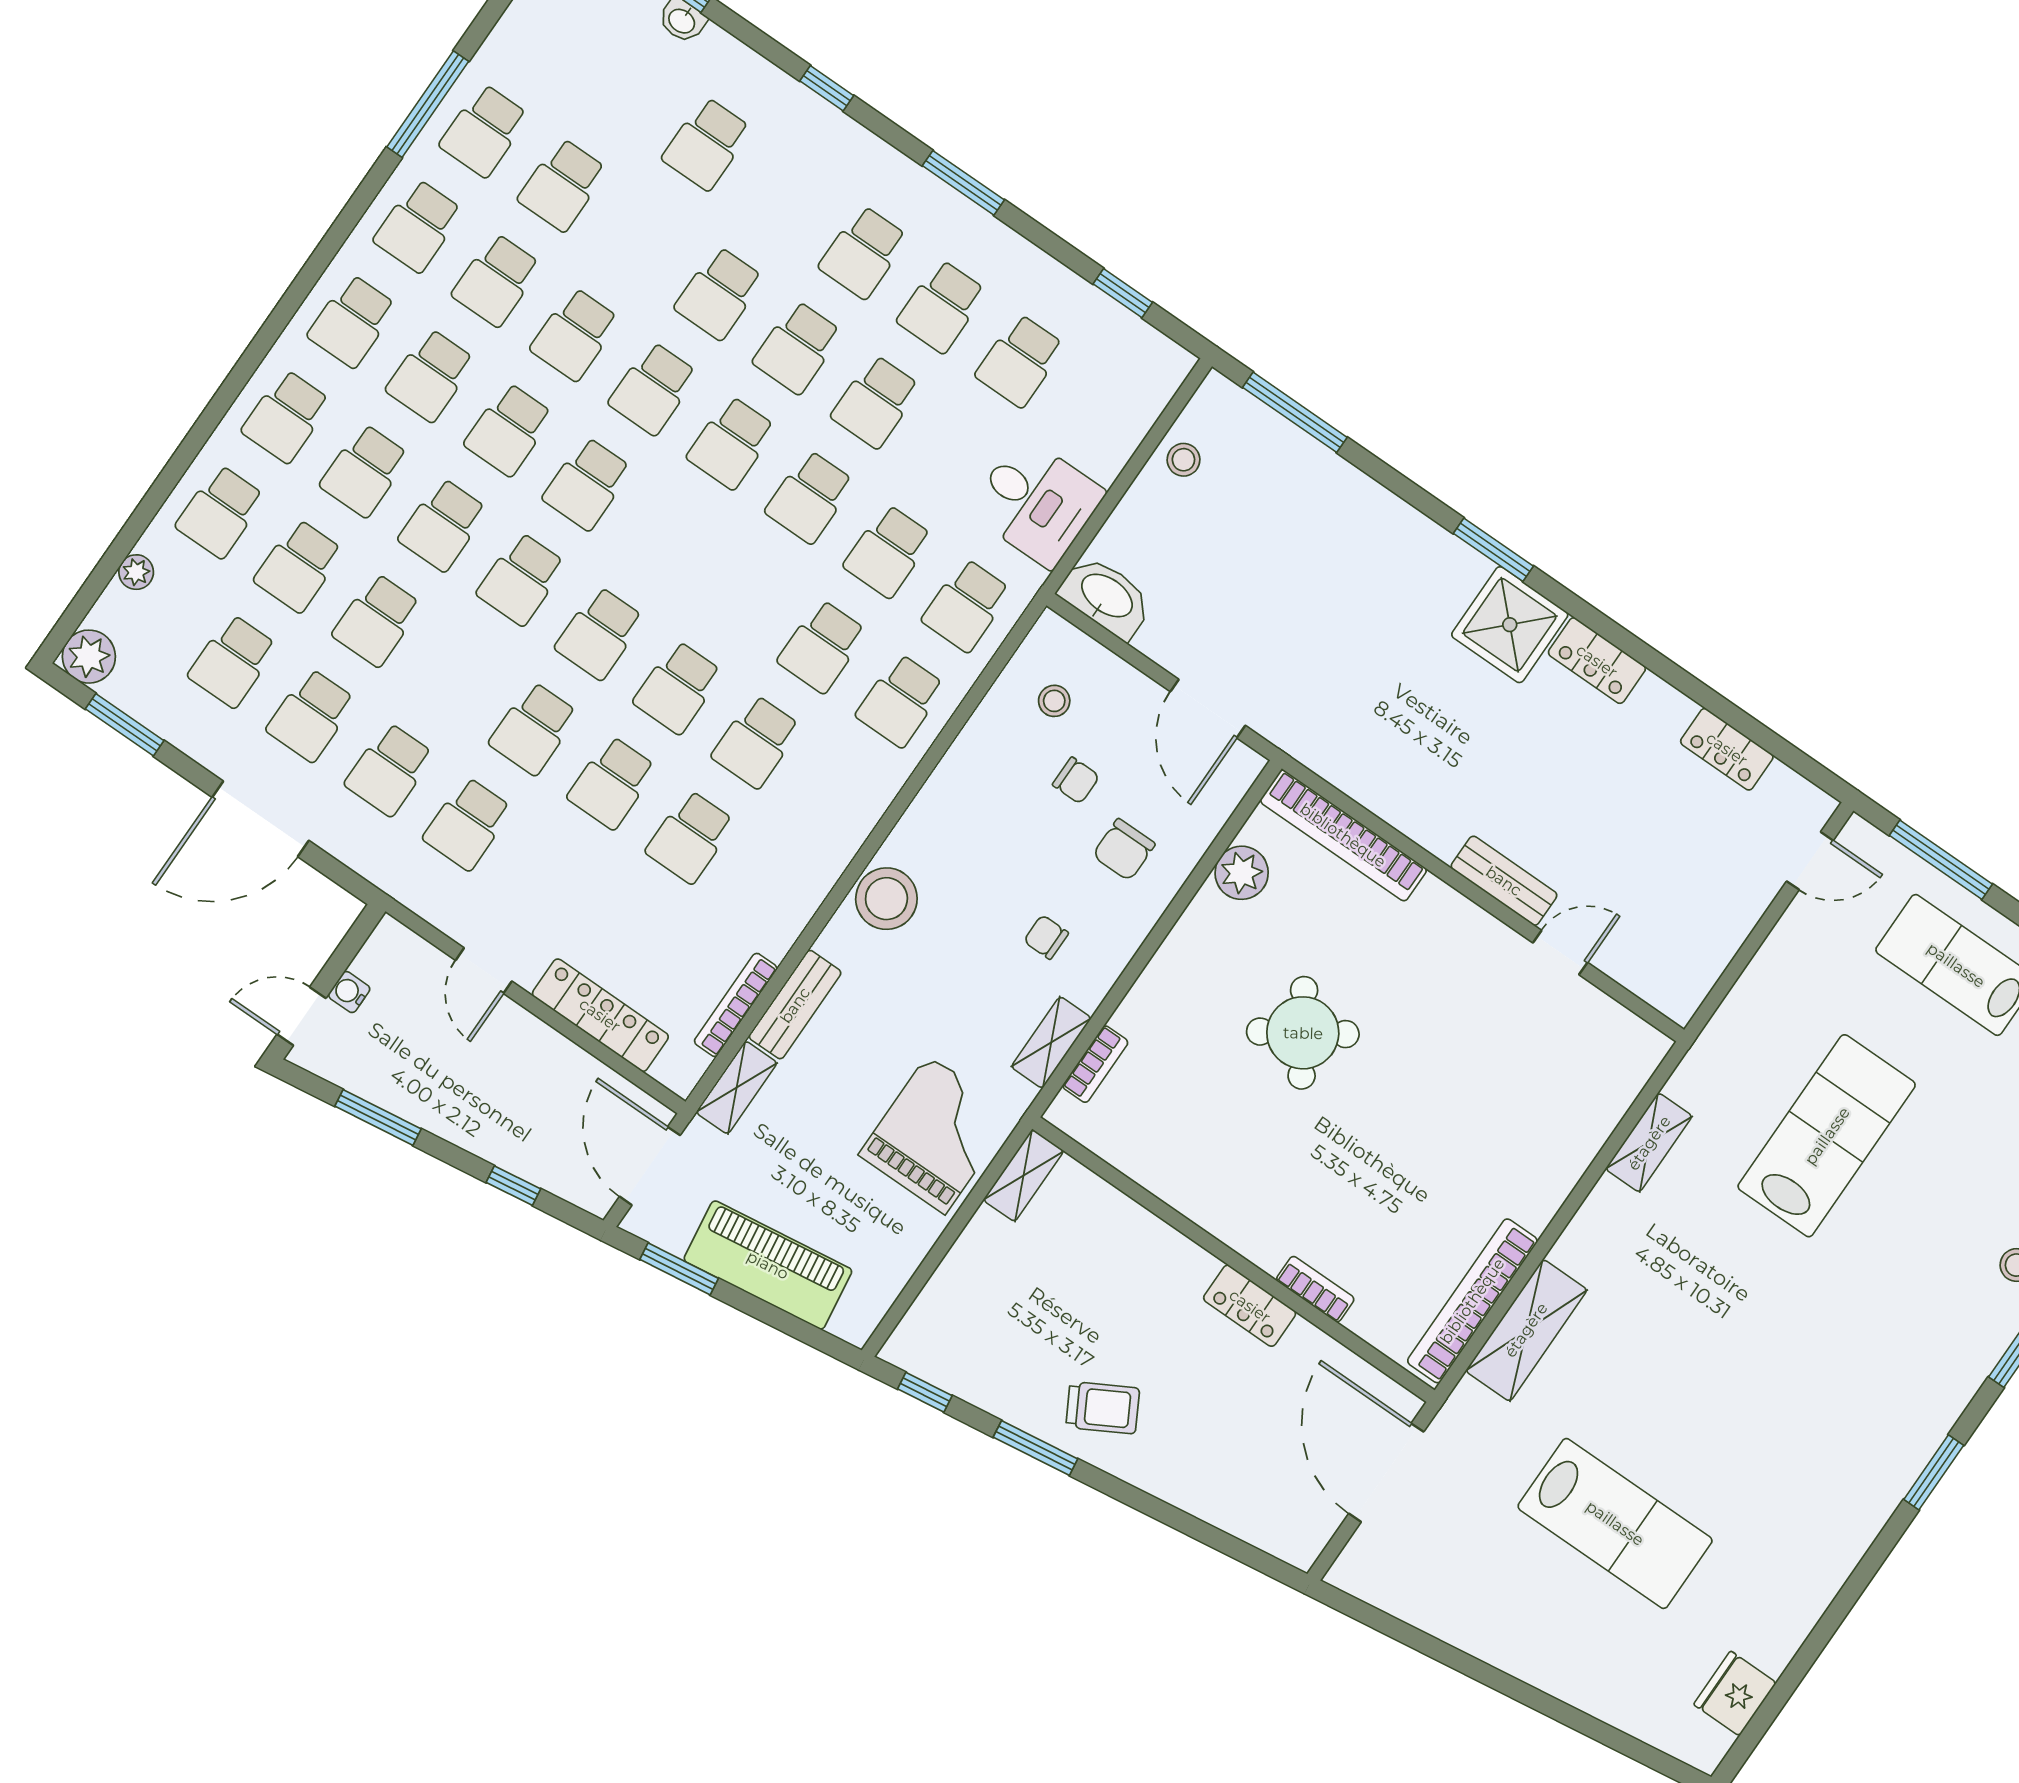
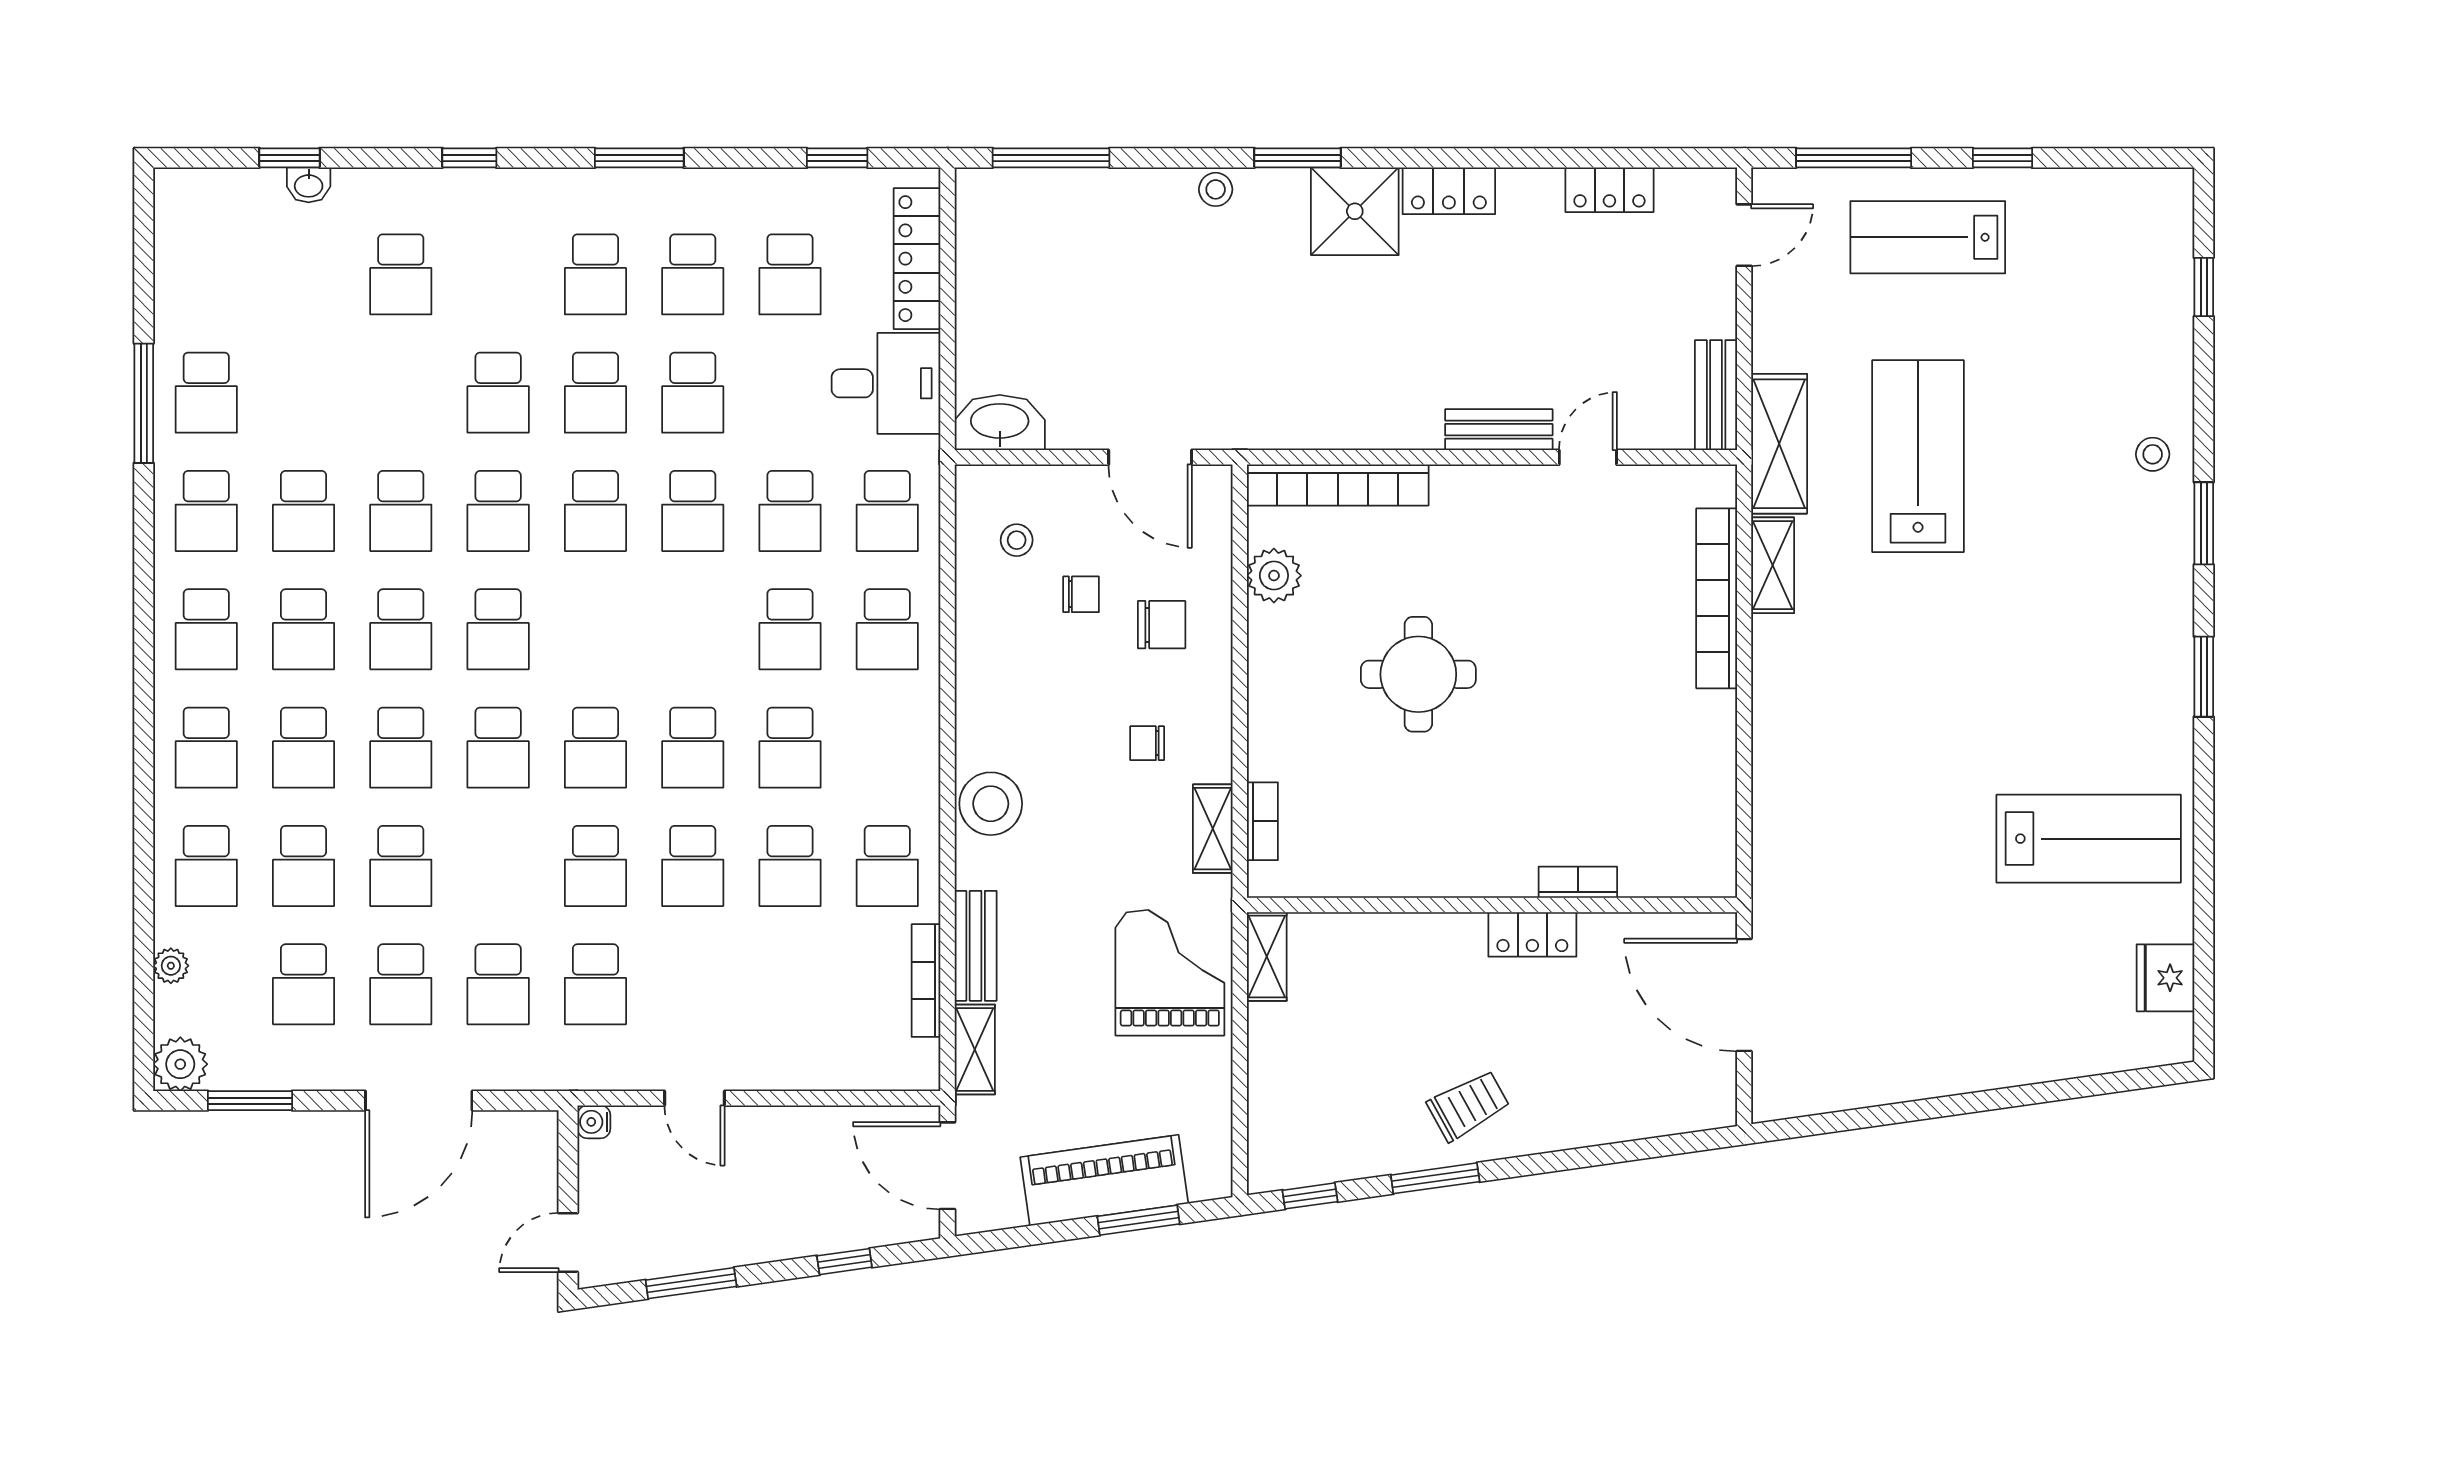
school desk: (562, 185) -> (887, 866), moved
stool: (1183, 460) -> (1216, 189), moved
chair: (1124, 850) -> (1162, 625), turned -90
bench: (1698, 974) -> (1716, 395), added
water cooler: (349, 992) -> (594, 1122), moved
locker: (600, 1015) -> (917, 259), moved, turned -90
round table: (1303, 1033) -> (1418, 674), turned 33
window: (679, 1269) -> (1138, 1220), moved
bookcase: (1472, 1301) -> (1717, 598), moved
shelving: (1526, 1330) -> (1779, 444), moved
lab bench: (1615, 1523) -> (2089, 839), moved

